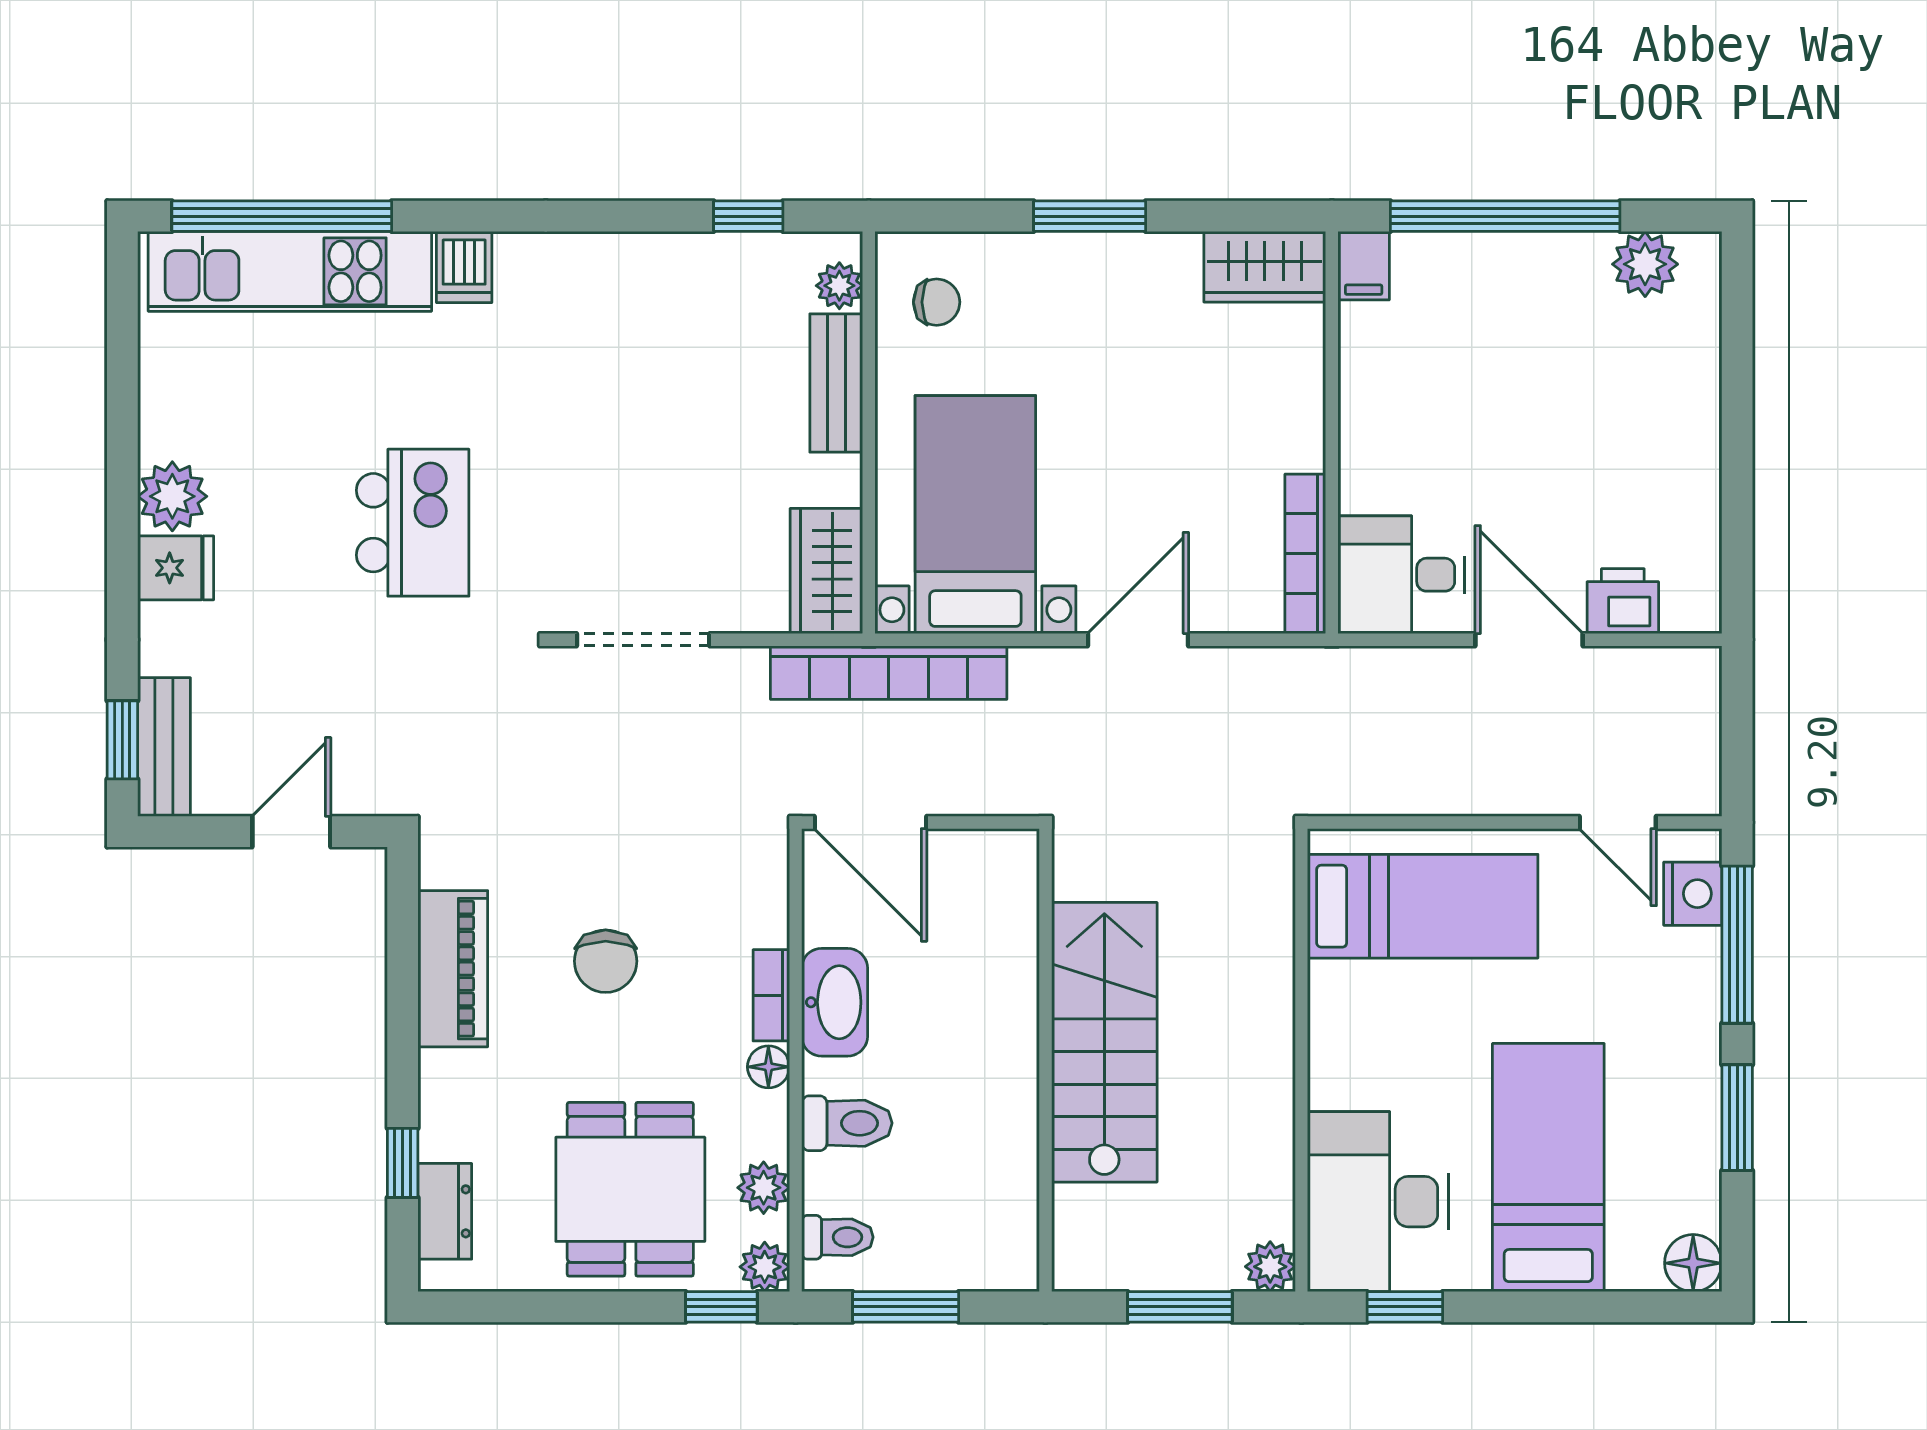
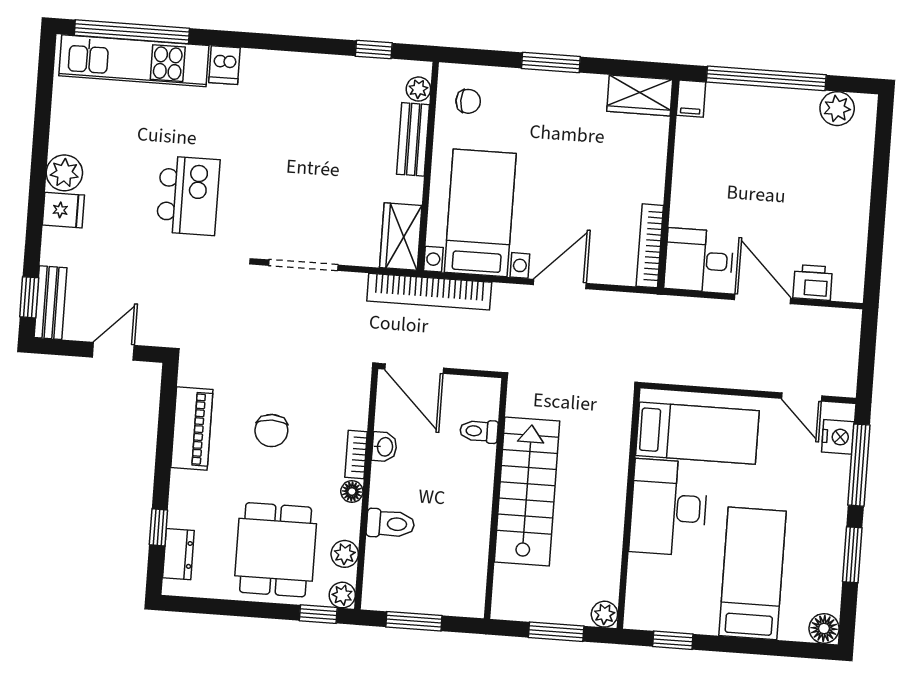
washbasin: (835, 1002) -> (384, 447), width x0.52, depth x0.69
desk: (1378, 1202) -> (669, 508), moved
toilet: (837, 1237) -> (479, 431), moved, turned 180

